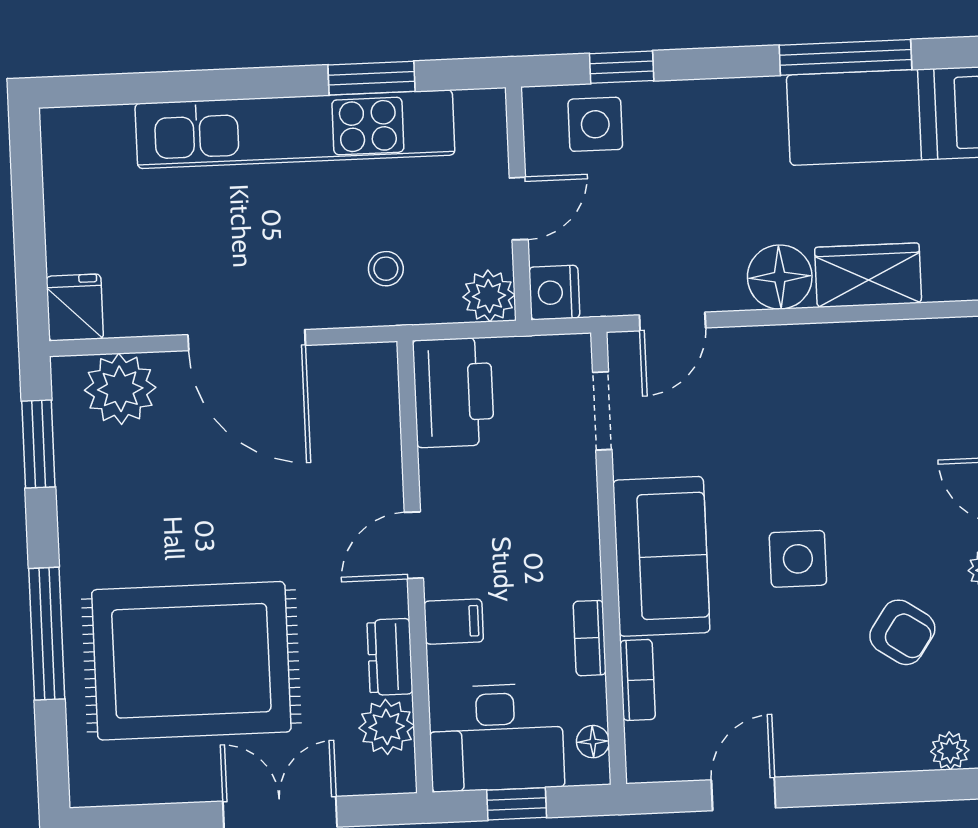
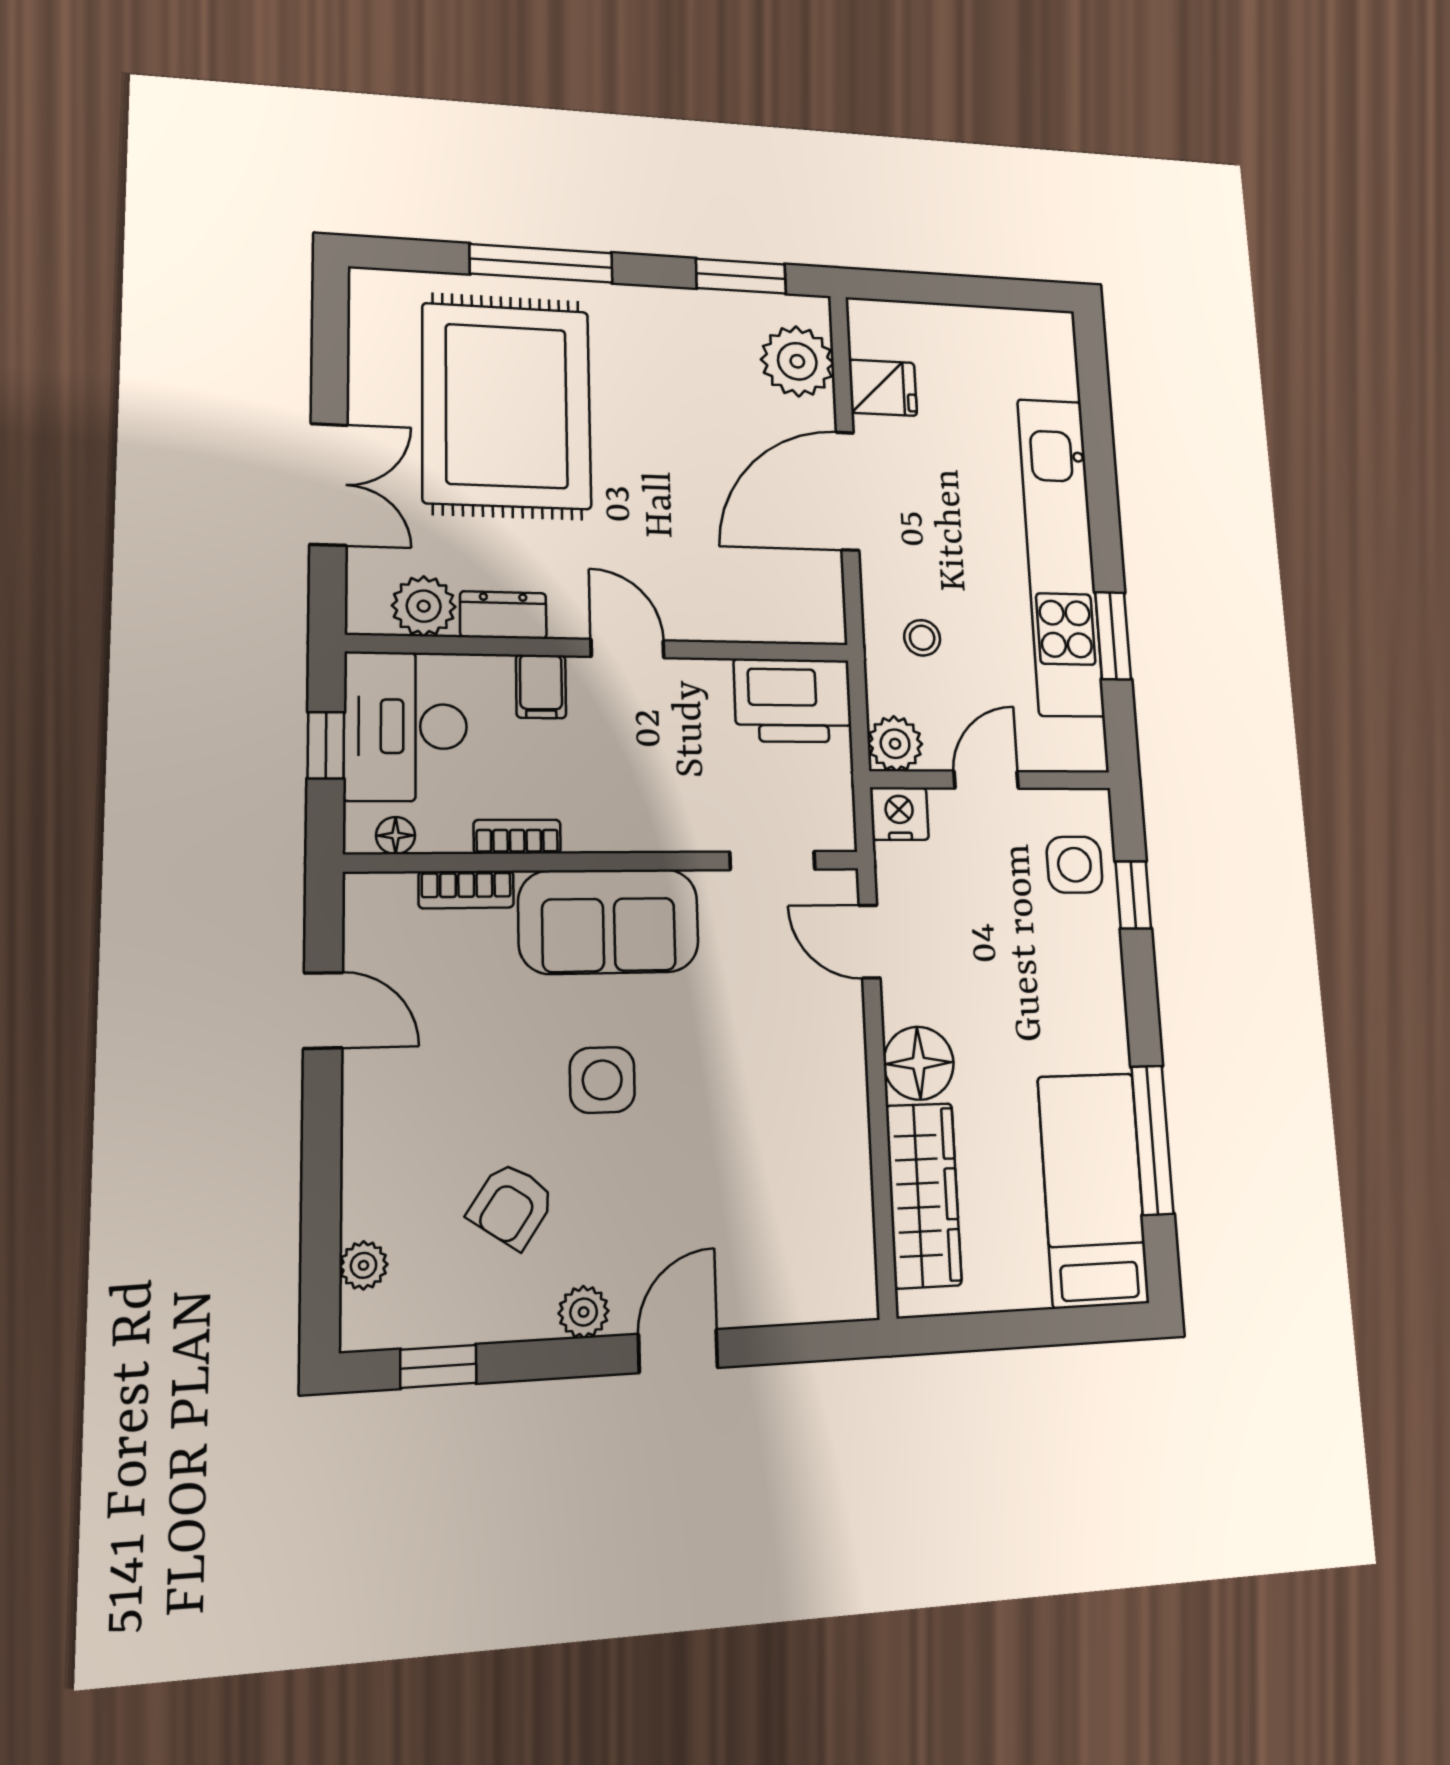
door: (519, 209) -> (986, 780), swing flipped
wardrobe: (868, 275) -> (923, 1195), width x1.50
fridge: (75, 307) -> (883, 388), moved

